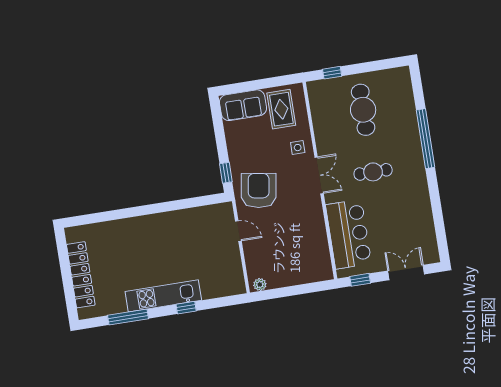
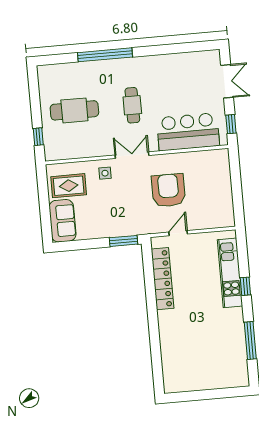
window: (226, 173) -> (124, 241), width x1.50
armchair: (259, 190) -> (168, 190), moved, turned 81
double door: (406, 272) -> (227, 81), swing flipped
locker: (81, 275) -> (162, 279), moved, turned 90
plant: (260, 285) -> (229, 217), removed
kitchen unit: (163, 296) -> (230, 273), moved

